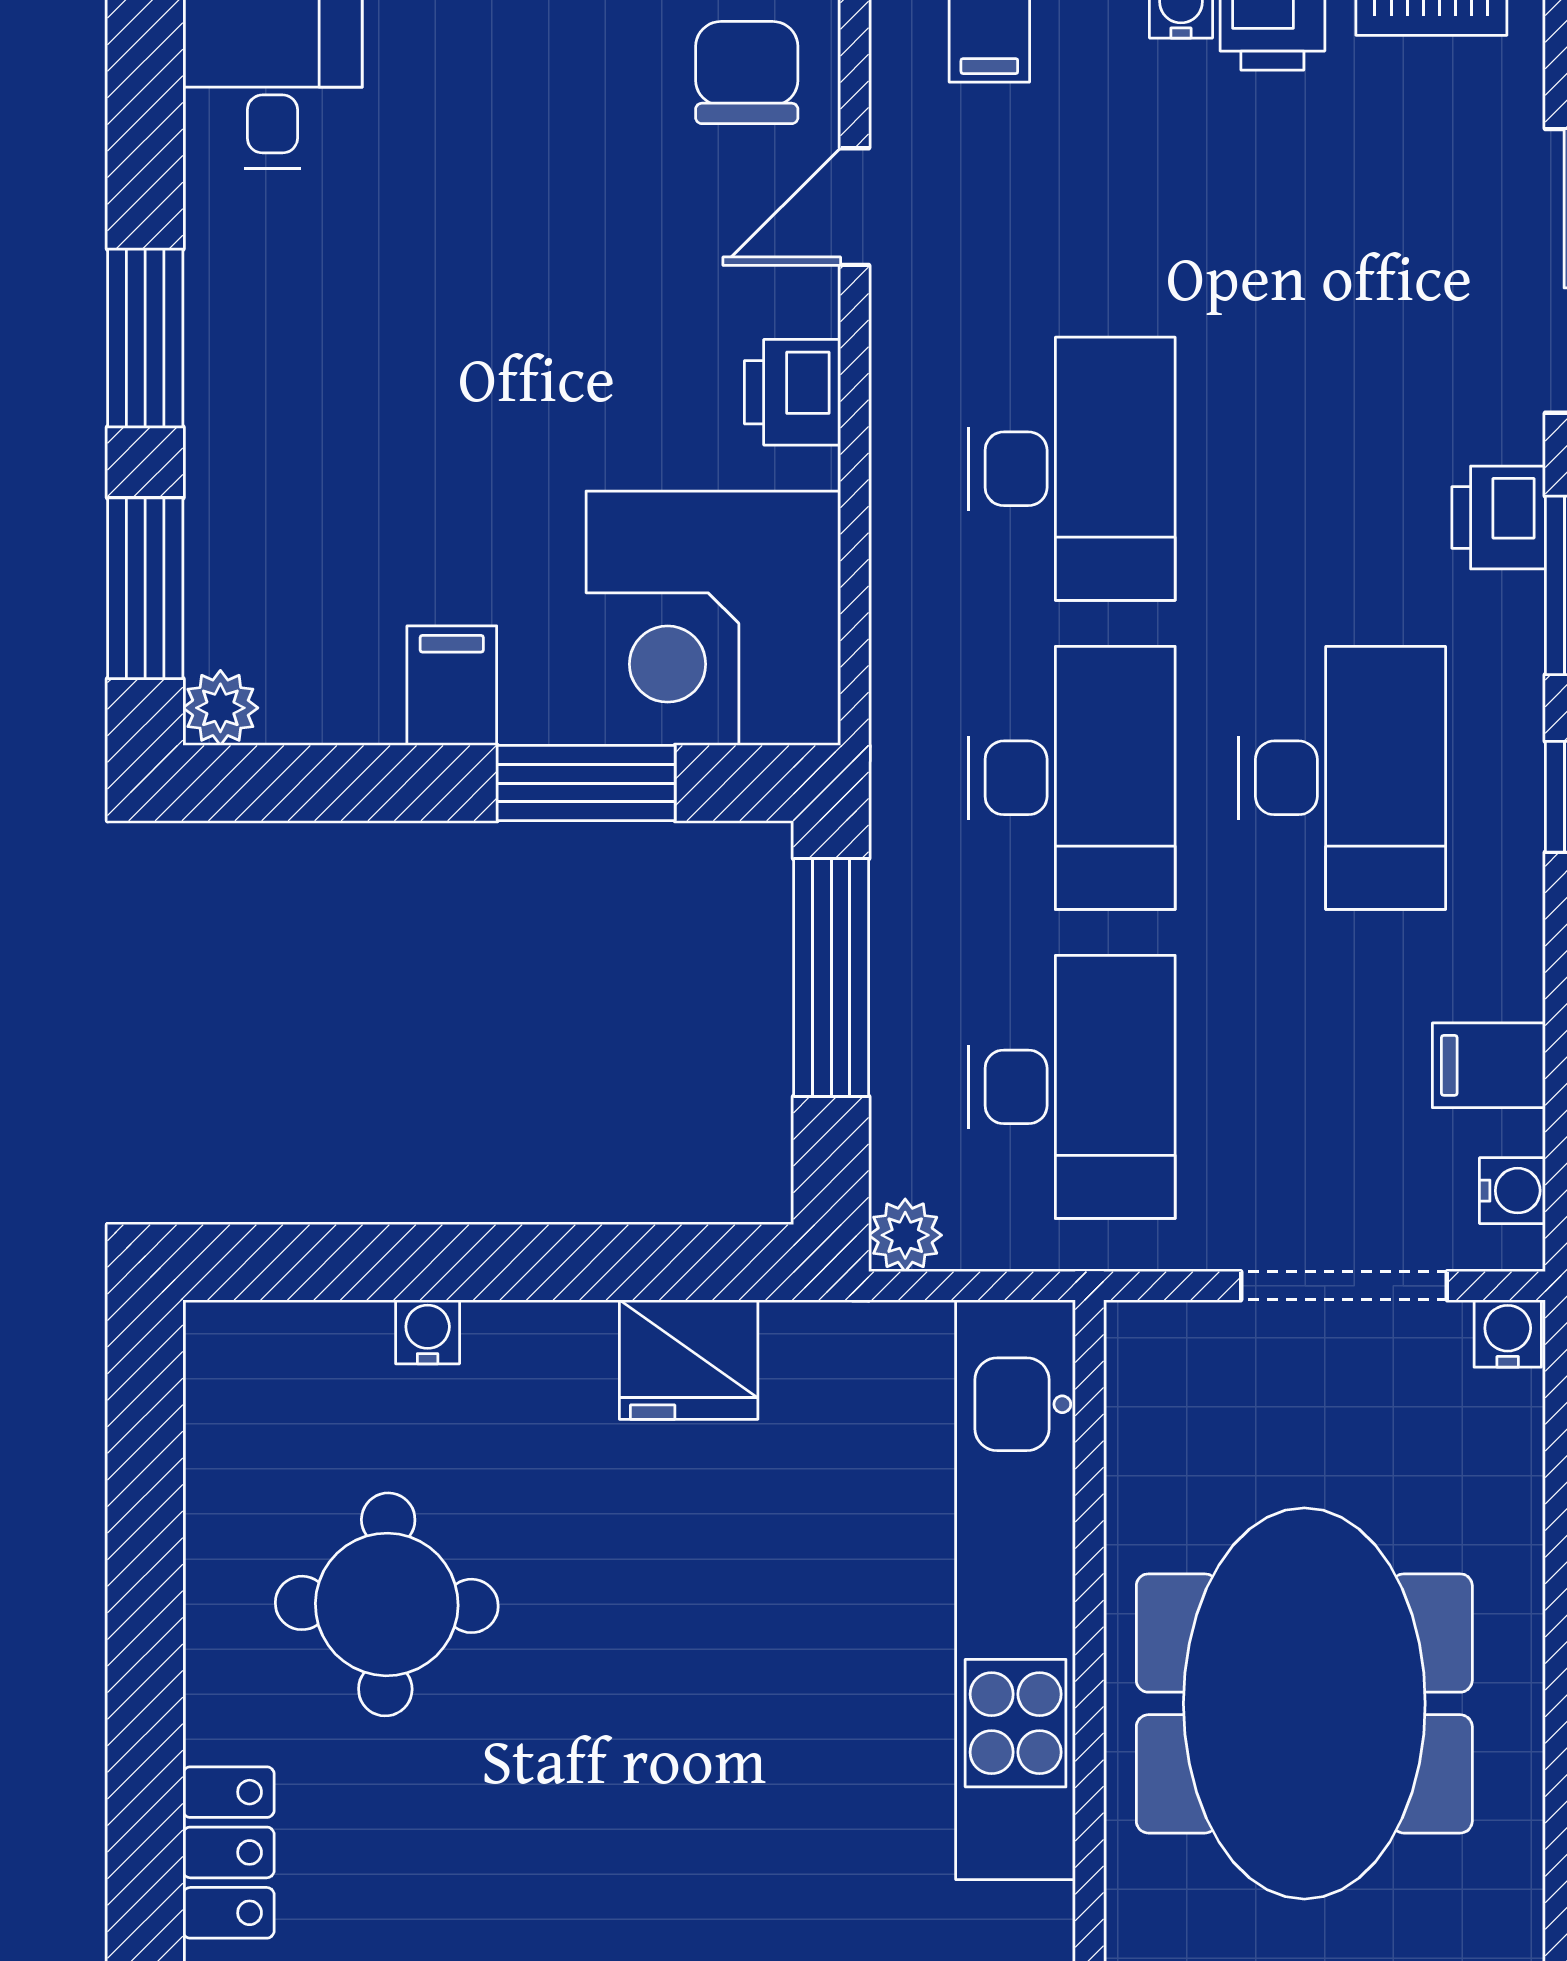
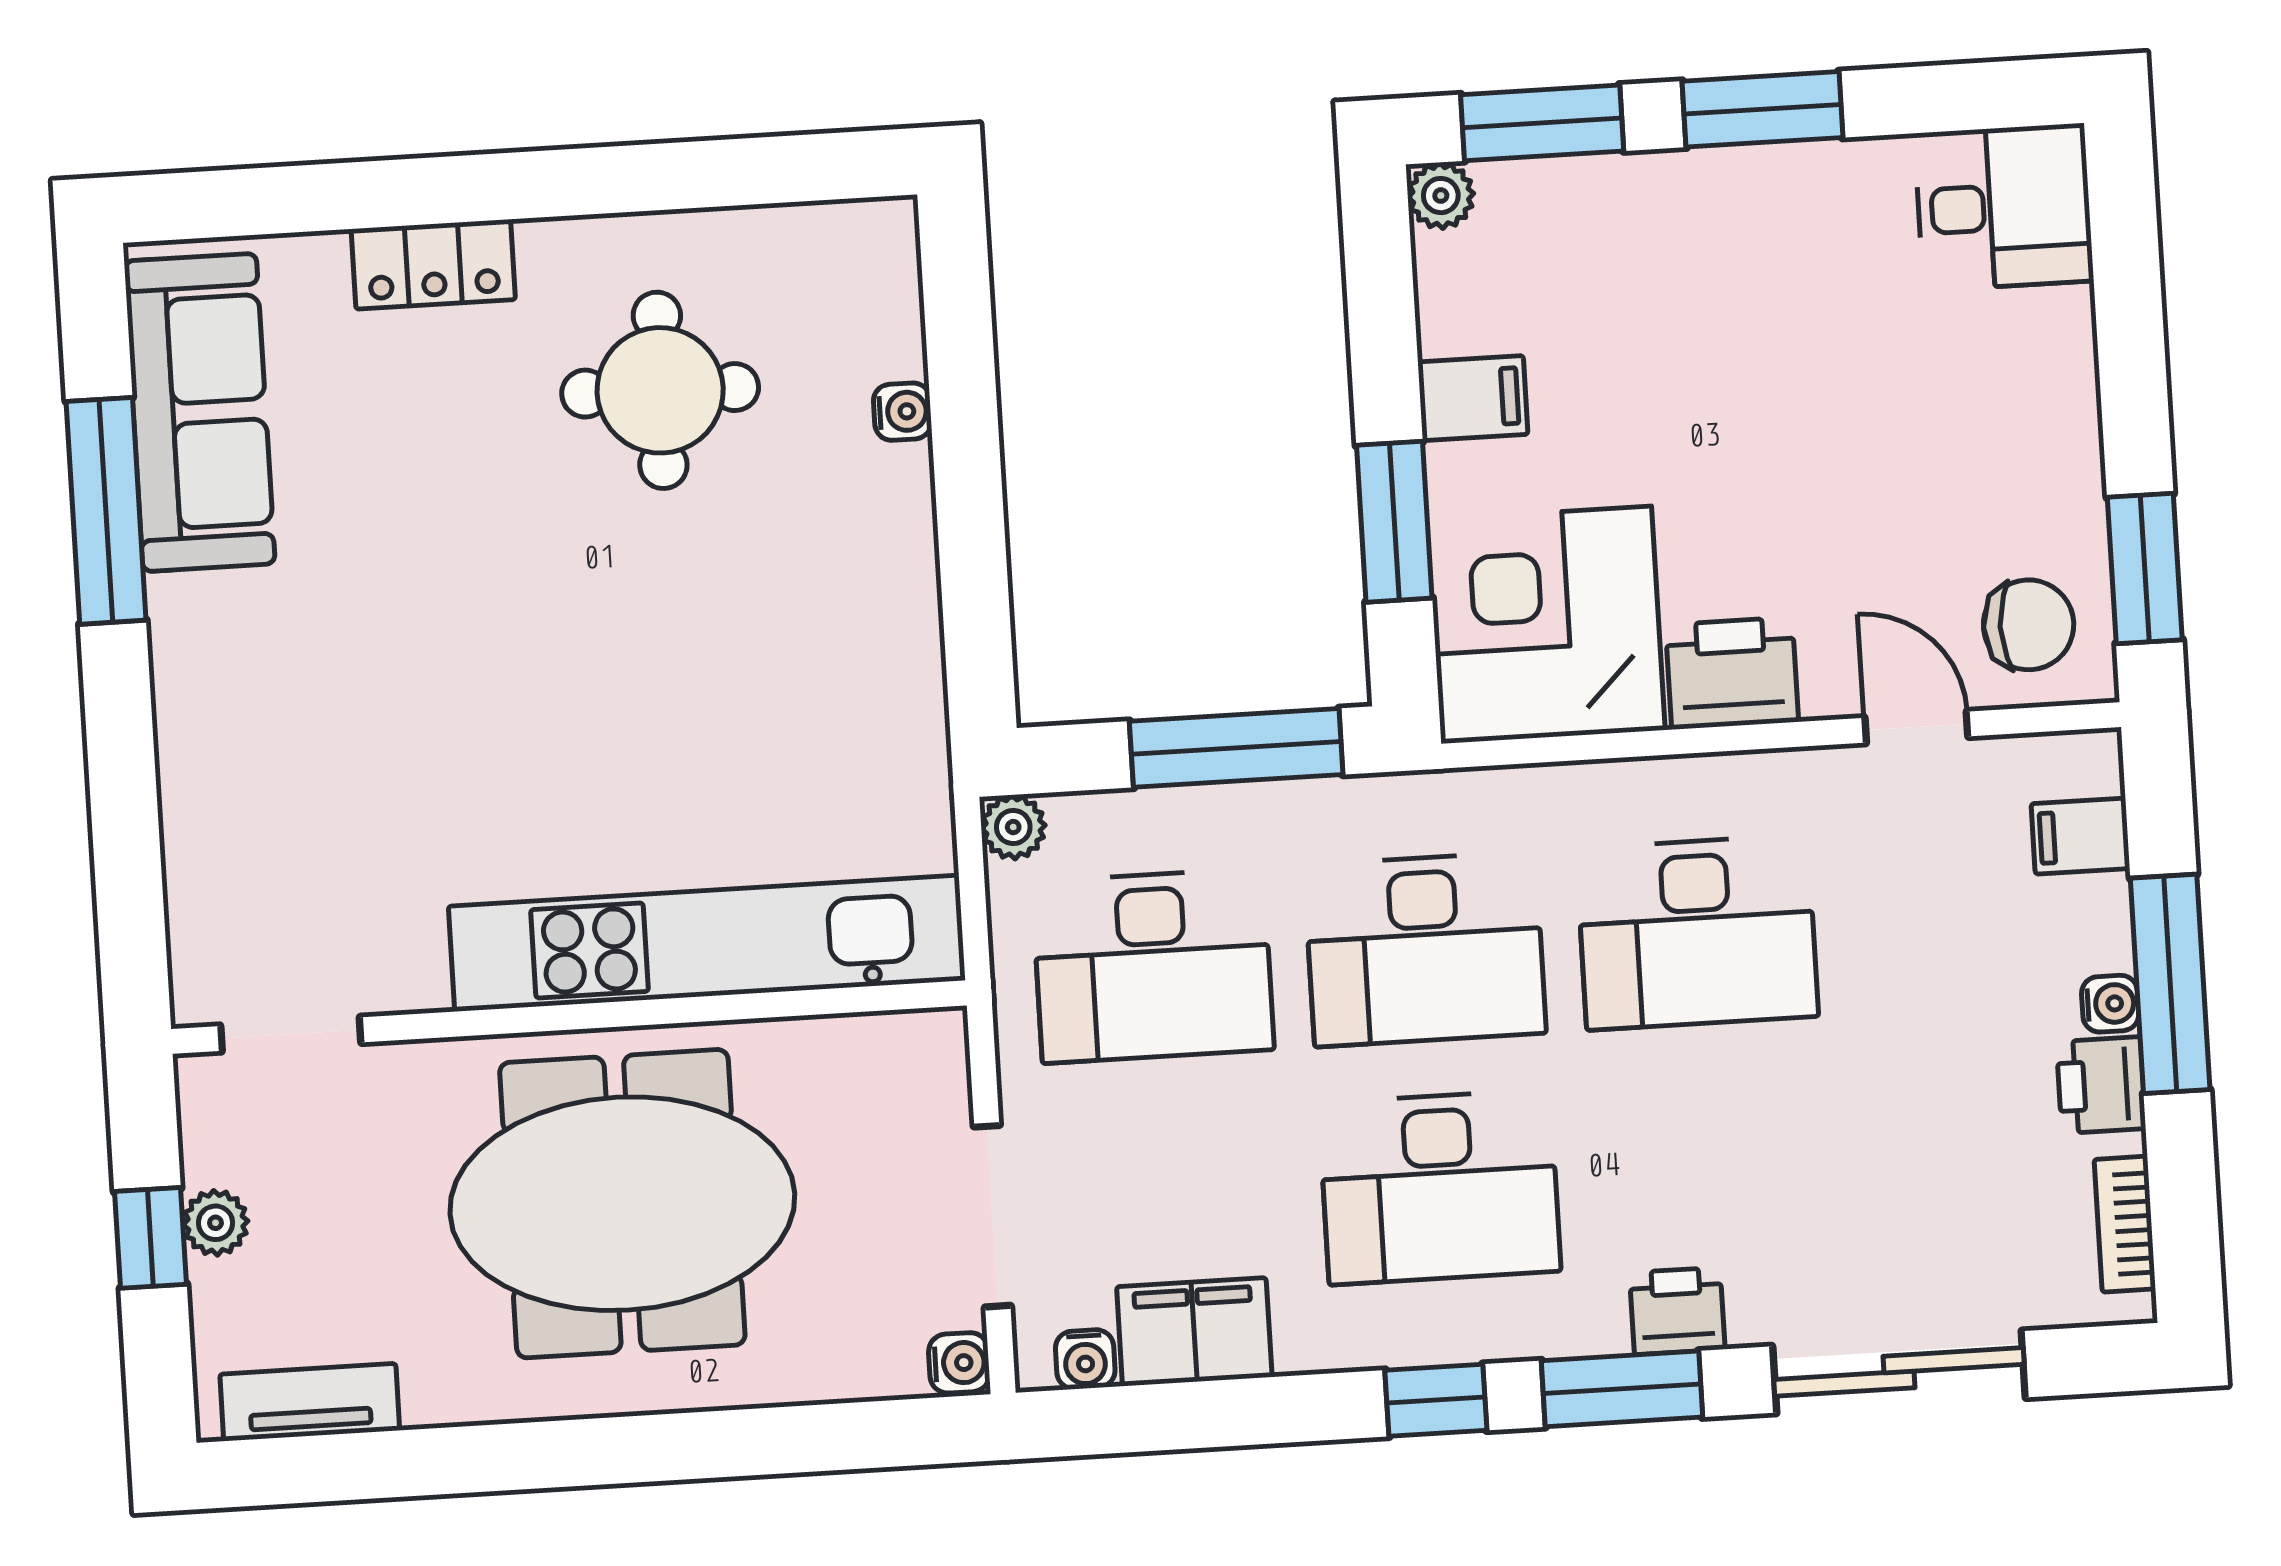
printer: (793, 392) -> (1732, 673), width x1.36, depth x1.24
filing cabinet: (1489, 1065) -> (1194, 1332), width x2.00
fridge: (689, 1360) -> (892, 643), removed

